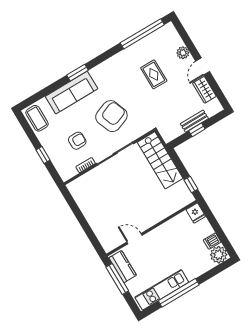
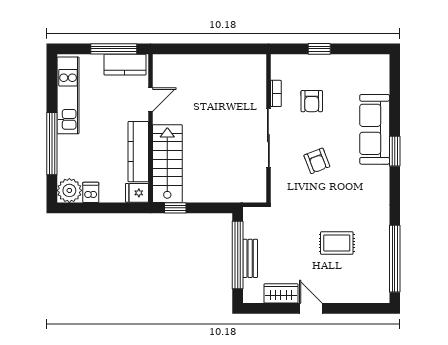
plant: (183, 53) -> (342, 294), removed
armchair: (111, 116) -> (317, 161), width x0.53, depth x0.53
coffee table: (37, 118) -> (368, 68), removed
window: (197, 130) -> (238, 255), width x3.17
stairs: (160, 160) -> (167, 164), moved, turned 90
kitchen counter: (170, 227) -> (138, 152), added
window: (179, 293) -> (52, 144), moved

